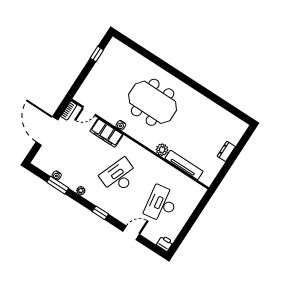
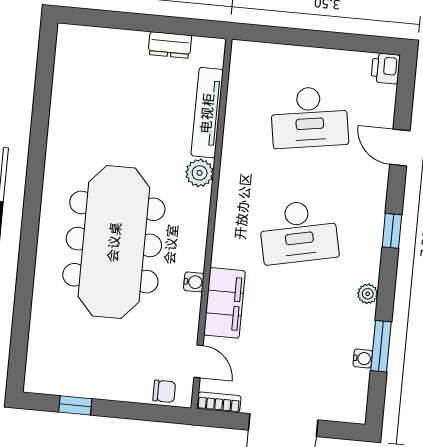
chair: (84, 92) -> (164, 391), added
meeting table: (153, 102) -> (114, 242), width x1.36
dresser: (226, 151) -> (170, 45), moved
desk: (119, 176) -> (299, 232), turned -33

